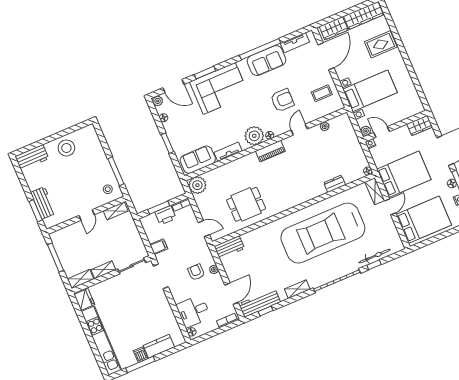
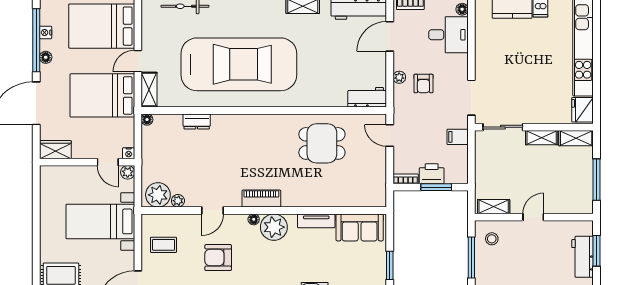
plant: (197, 185) -> (158, 195), moved

